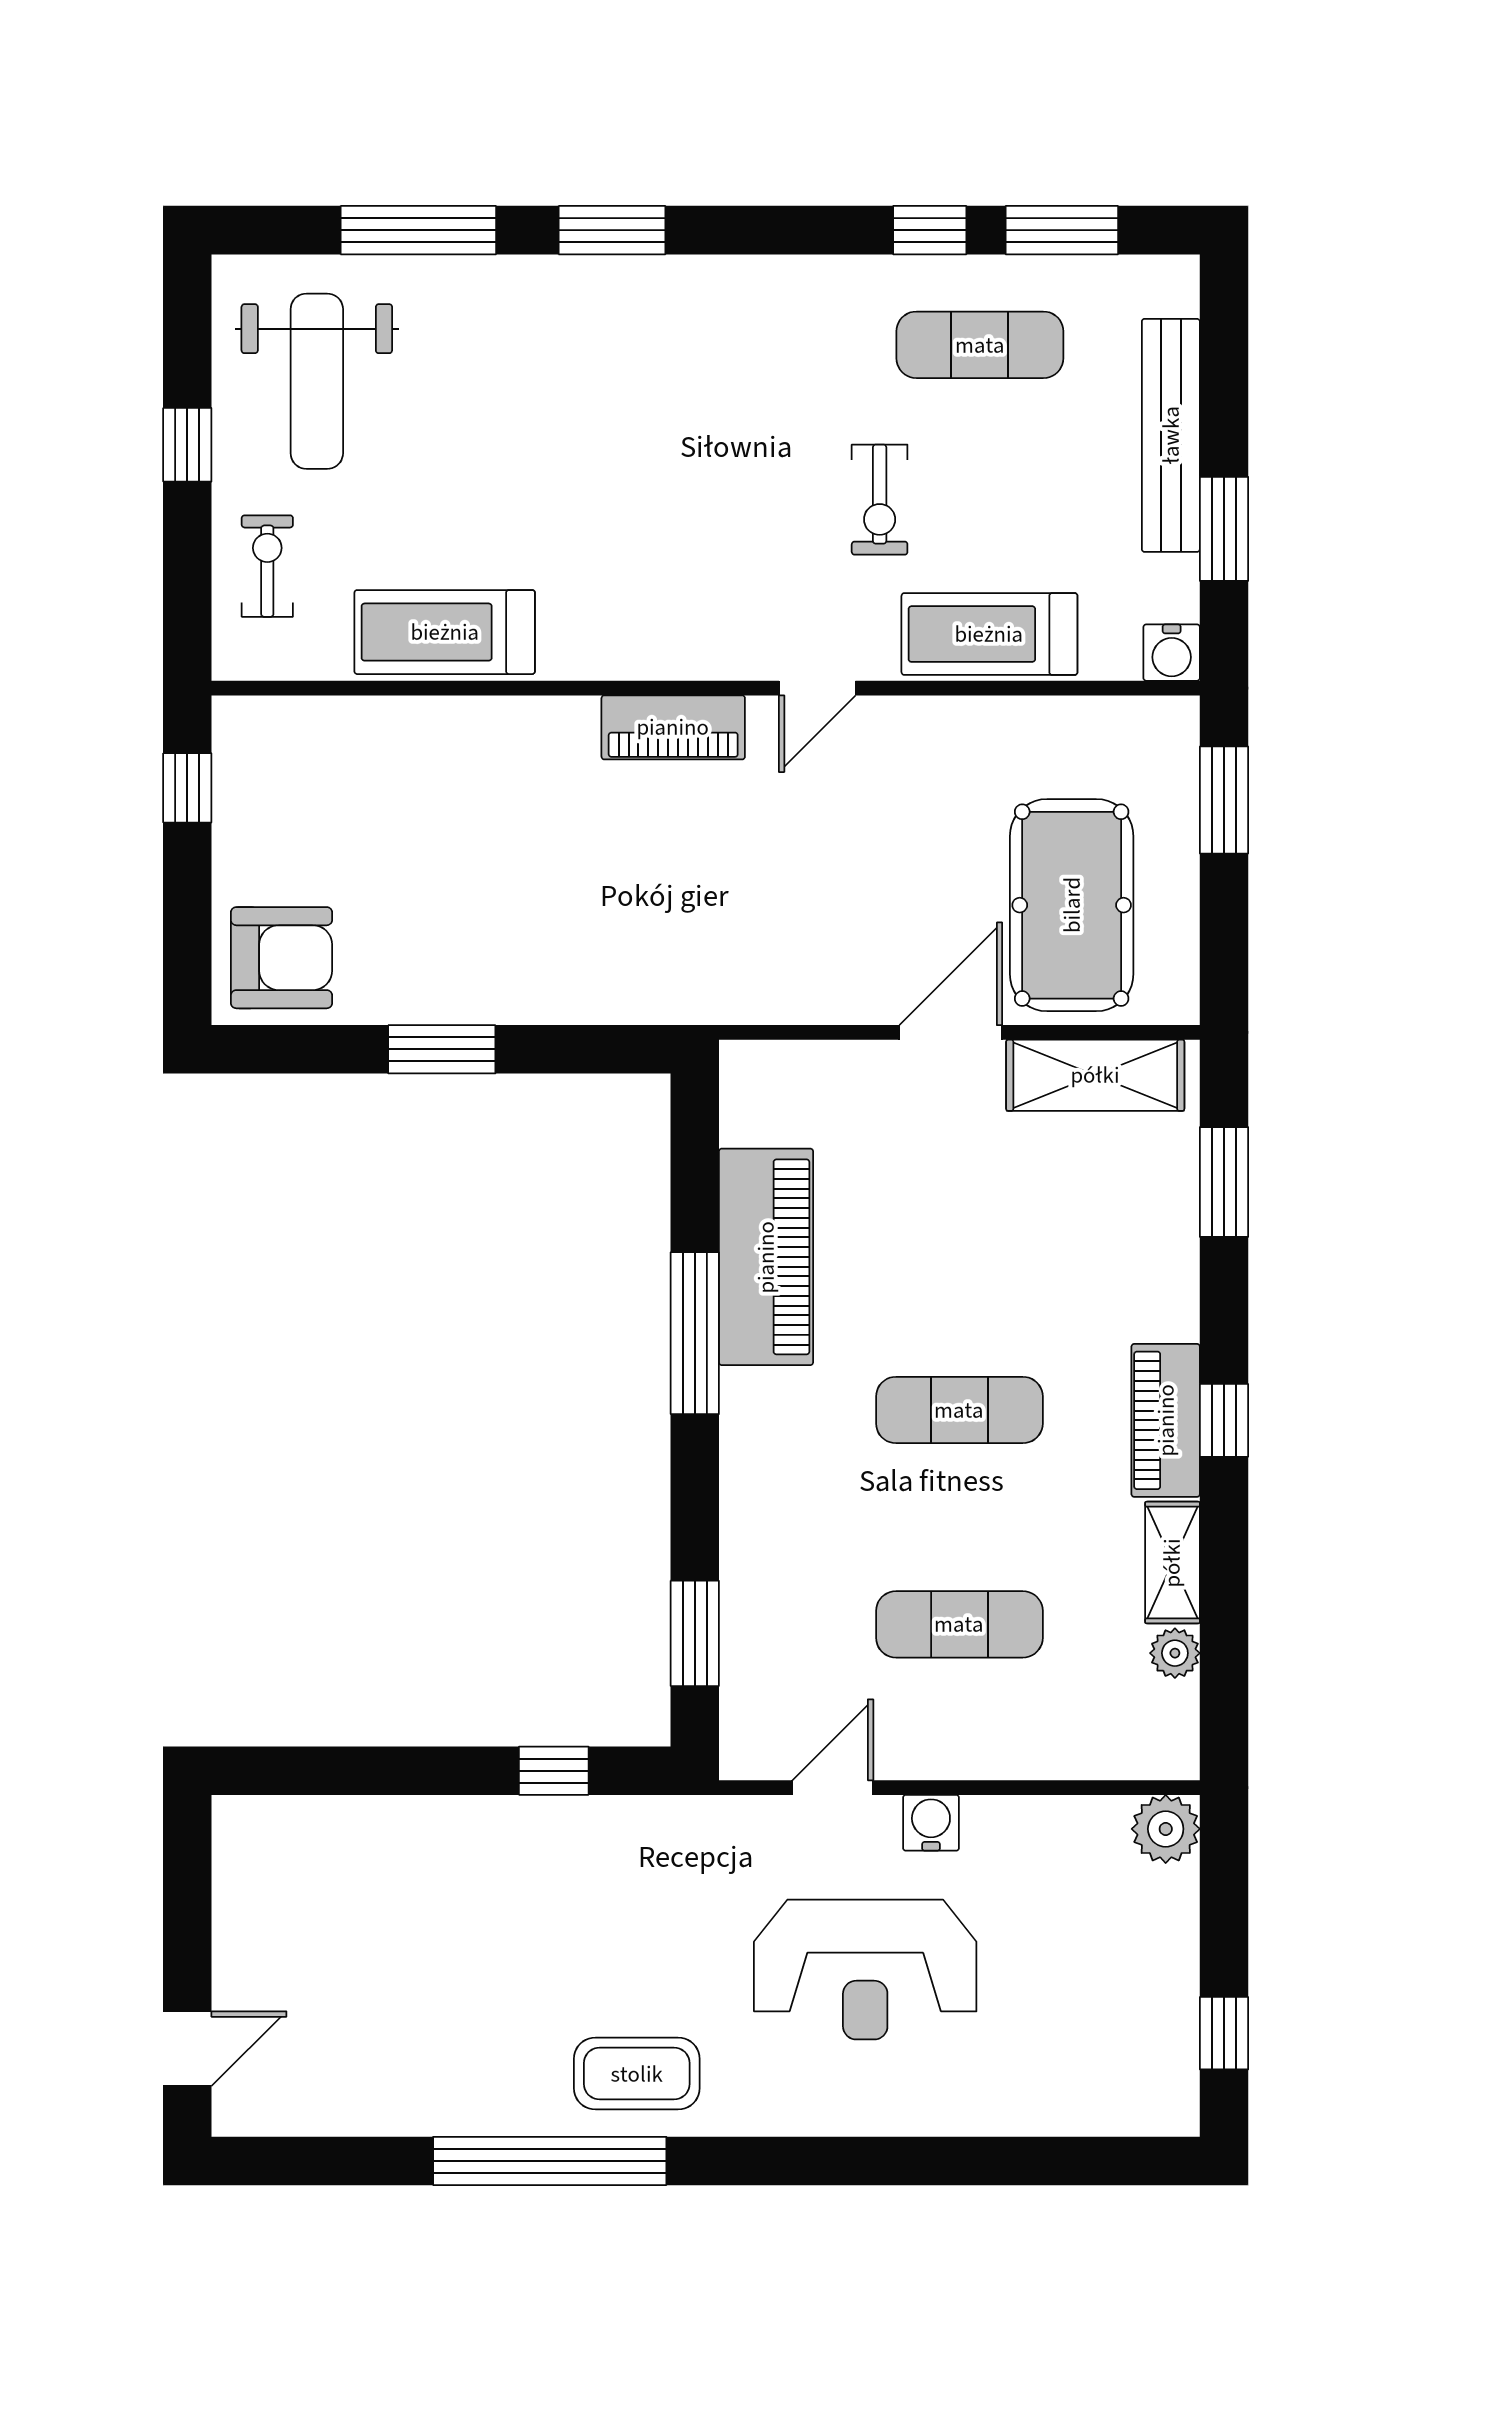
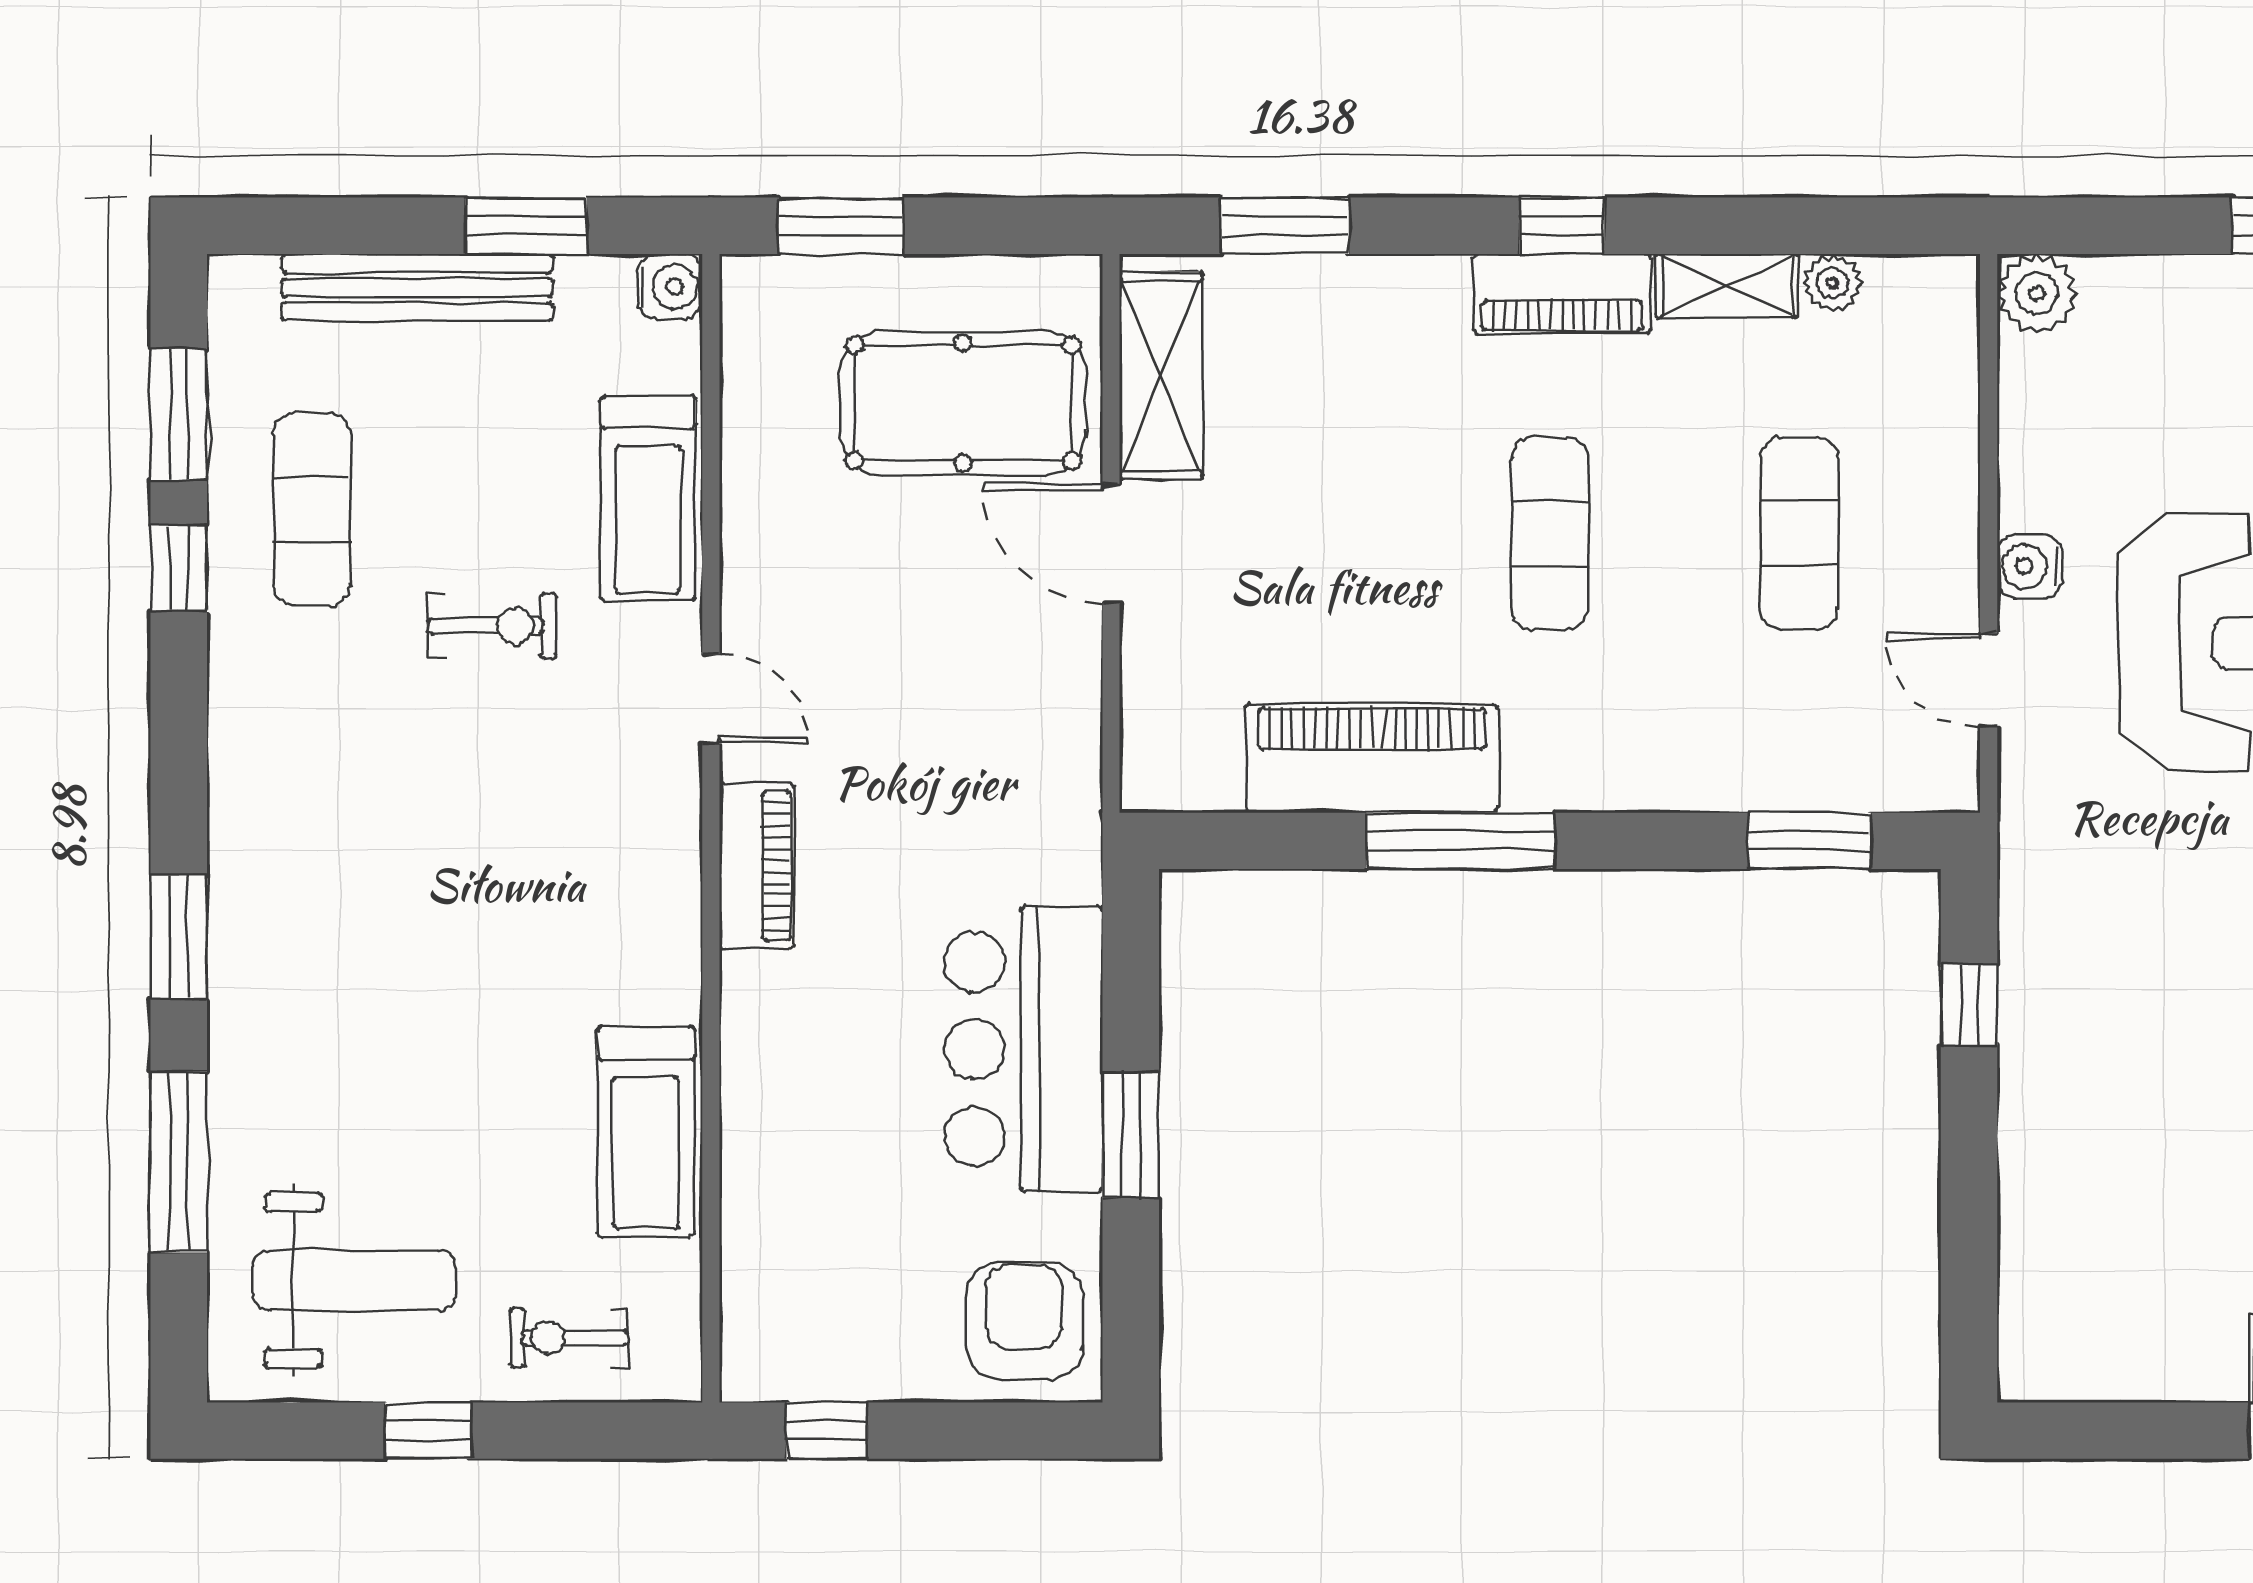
bar counter: (516, 957) -> (1023, 1049), added

